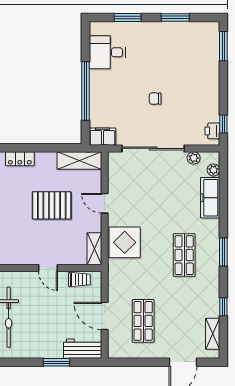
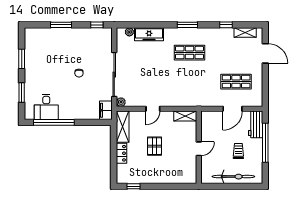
window: (223, 46) -> (61, 25), moved
window: (85, 91) -> (54, 122), moved
printer: (212, 131) -> (102, 33), removed
plant: (194, 158) -> (121, 102), moved
locker: (20, 159) -> (121, 153), moved
pallet: (52, 205) -> (154, 146), width x0.67, depth x0.71
display table: (125, 242) -> (181, 95), removed
trolley: (79, 279) -> (238, 151), moved
window: (57, 362) -> (265, 143), width x2.11

